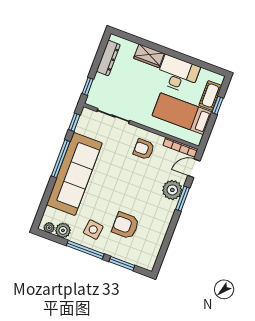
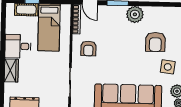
desk: (178, 74) -> (18, 46), width x0.73
plant: (172, 190) -> (135, 14), moved

